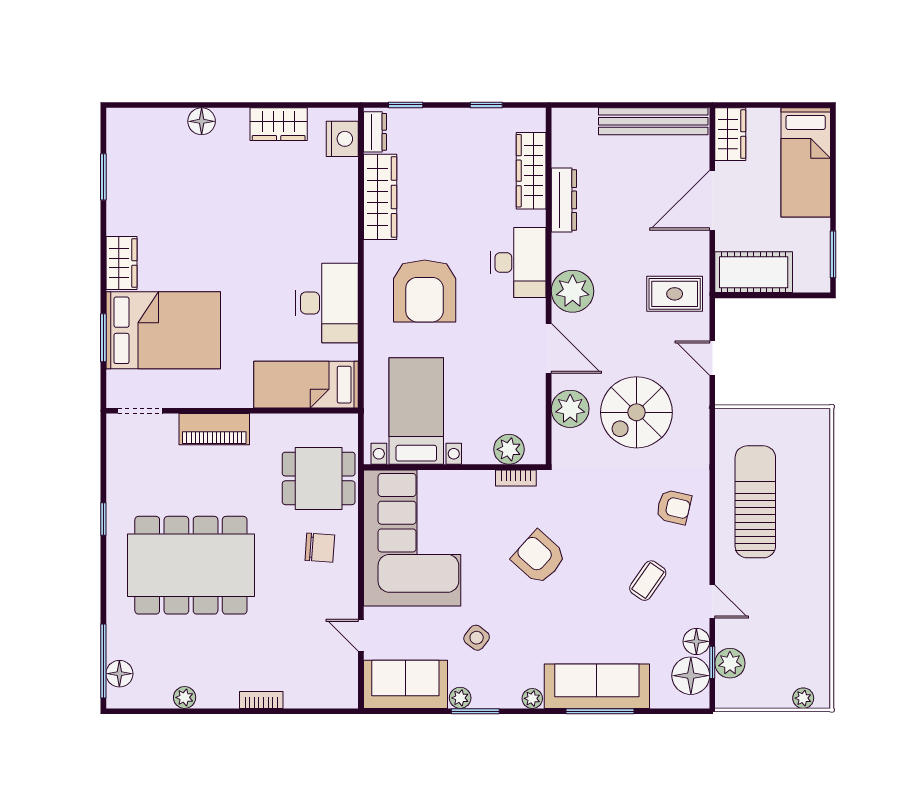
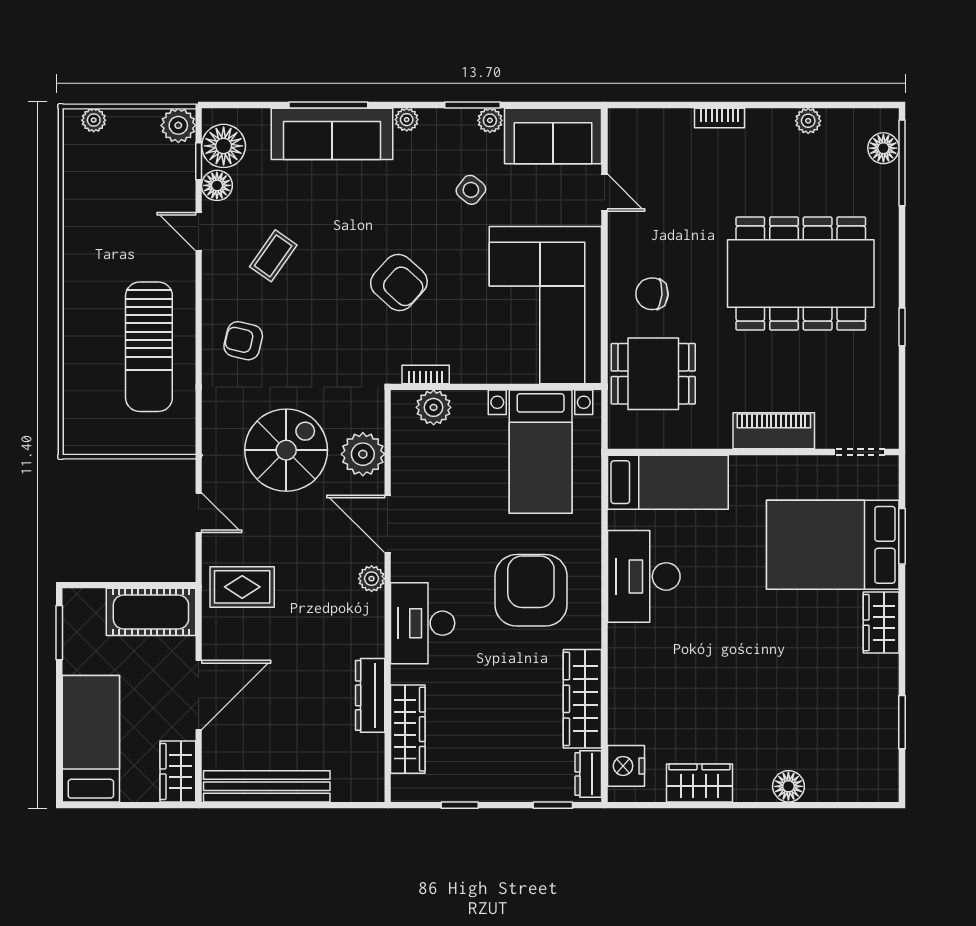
plant: (573, 291) -> (372, 579), width x0.53, depth x0.53
plant: (730, 663) -> (178, 125), moved

